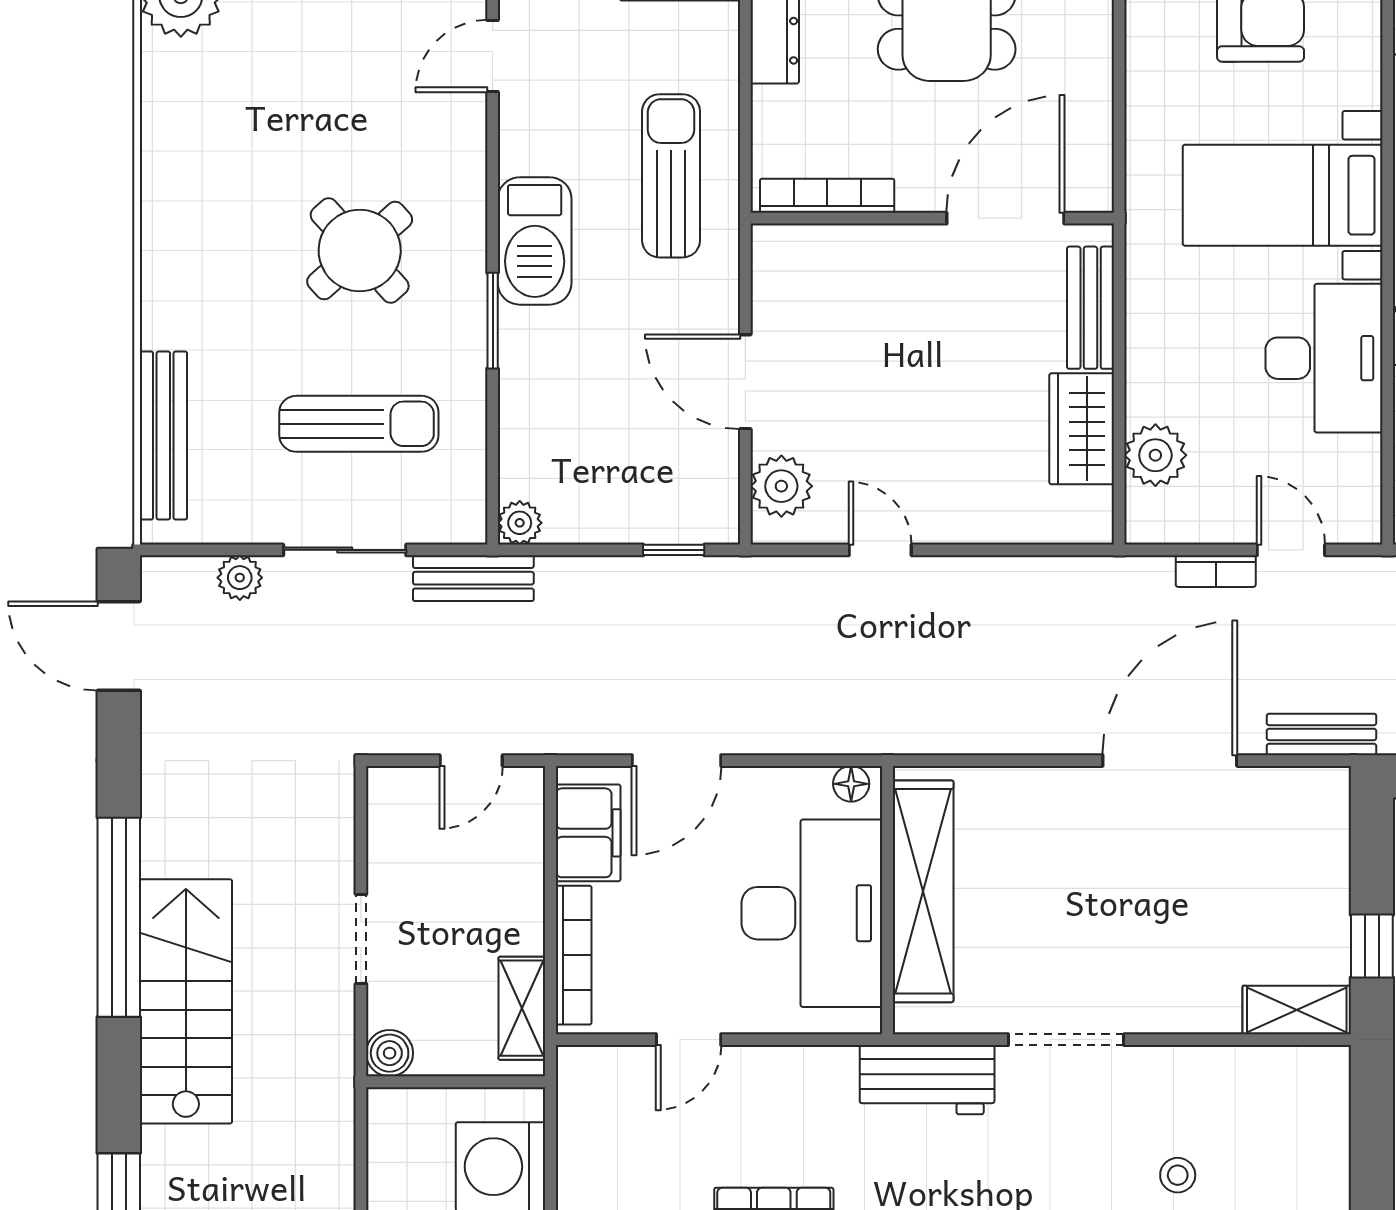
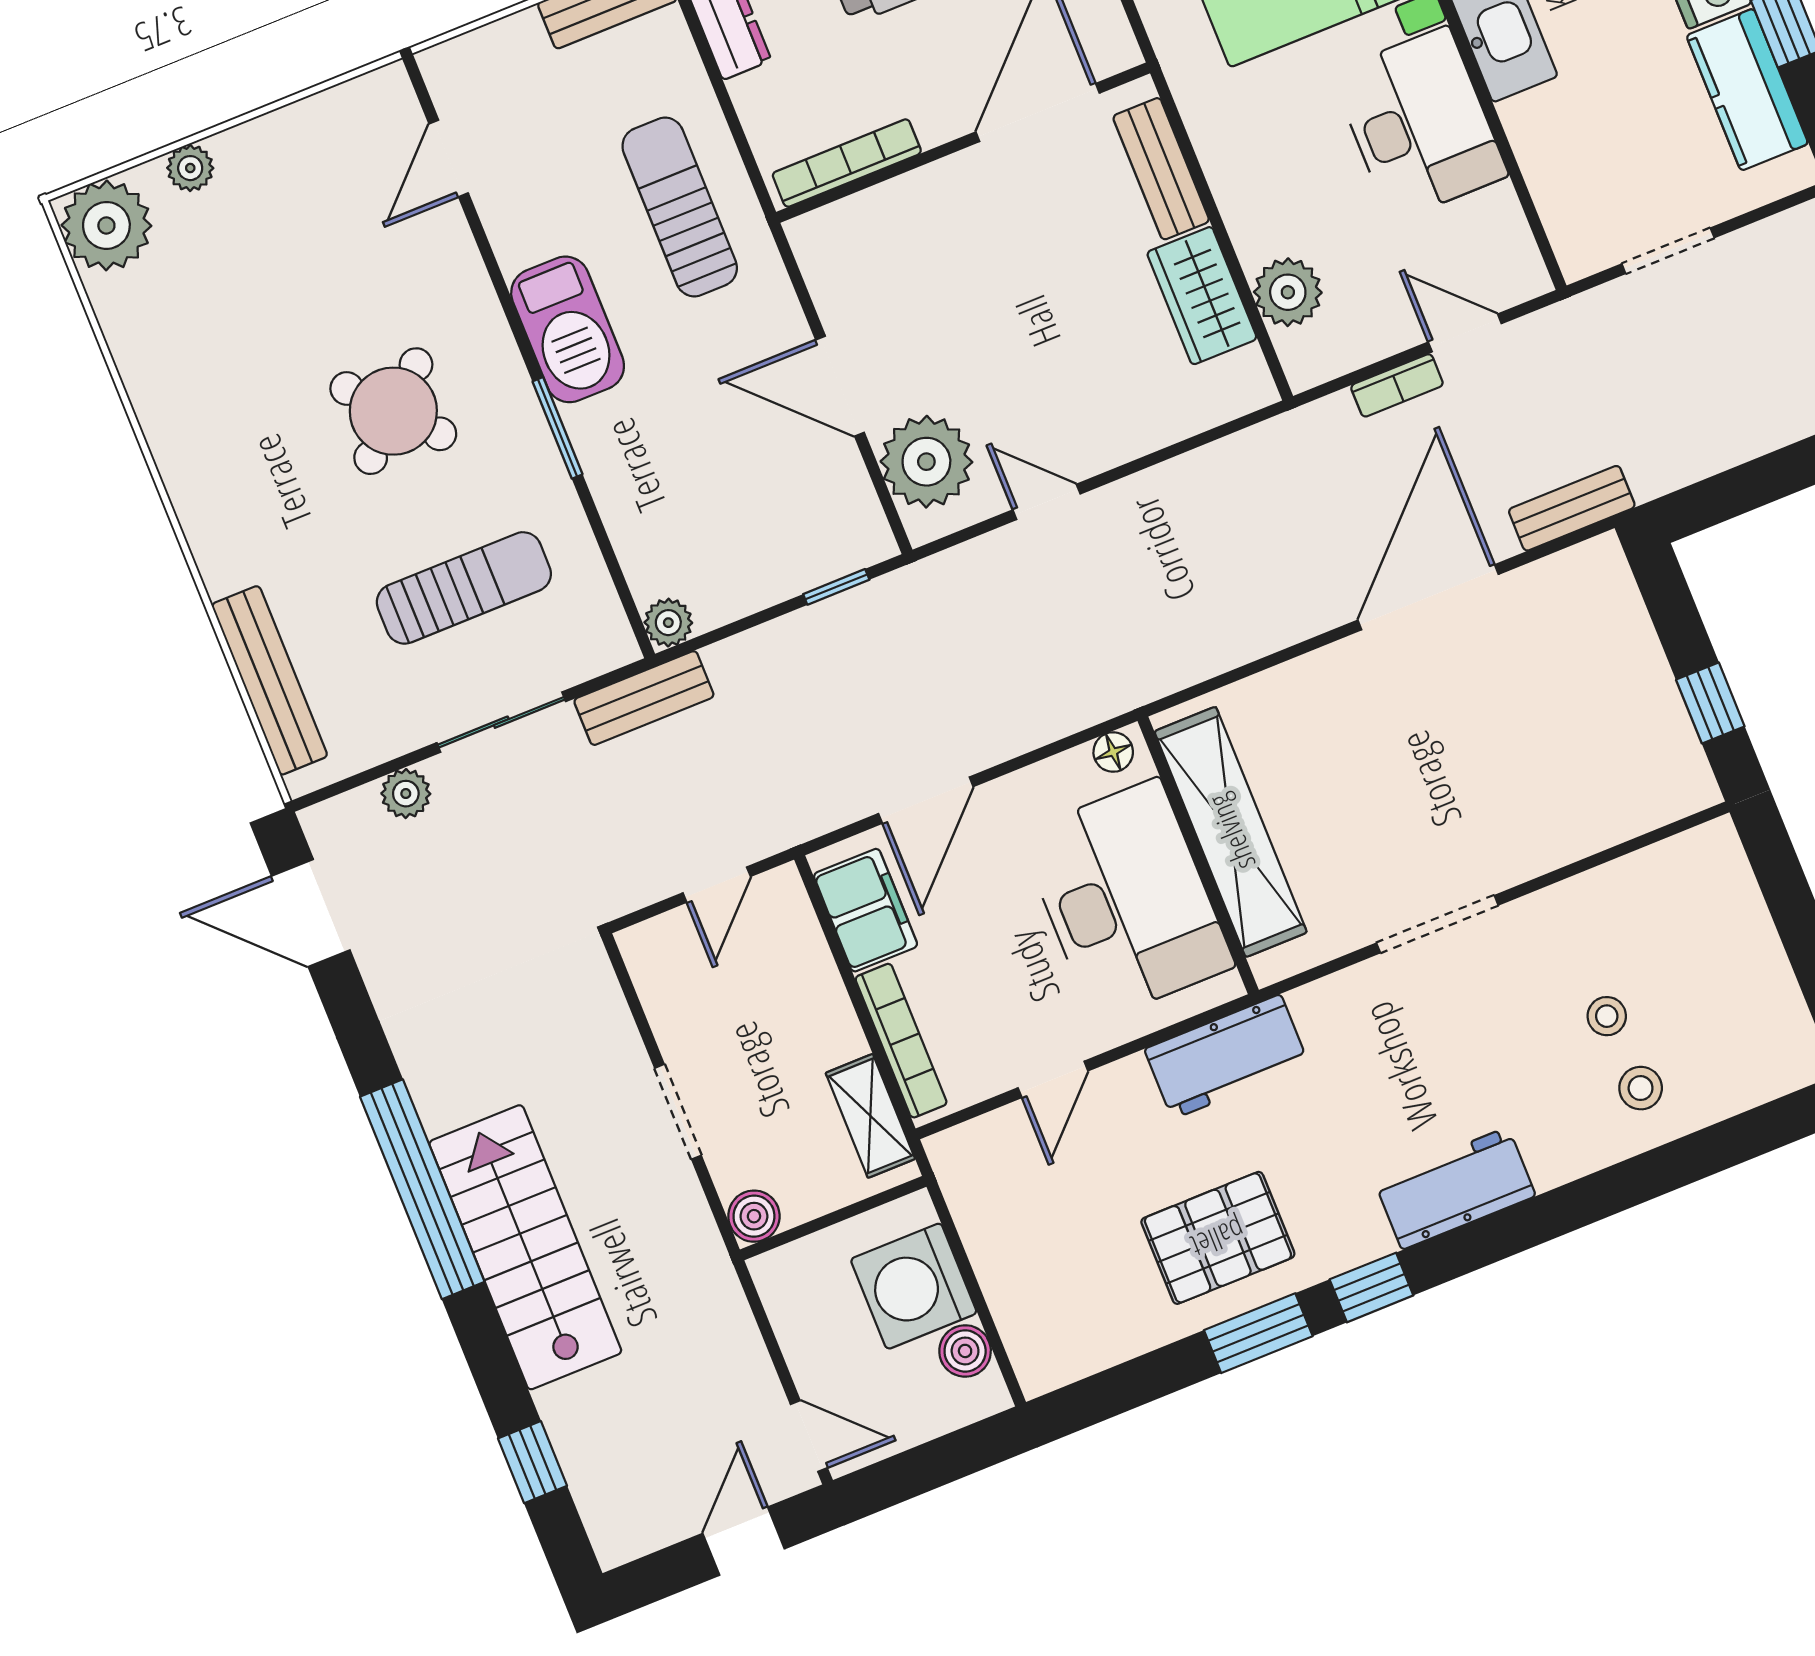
plant: (781, 486) -> (926, 462), width x1.36, depth x1.36
shelving: (1297, 1010) -> (1660, 799), removed
workbench: (927, 1080) -> (1226, 1057), moved

